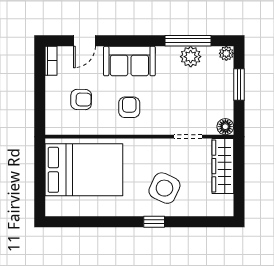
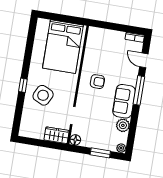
window: (188, 41) -> (139, 90), moved
sofa: (129, 61) -> (124, 101), moved
armchair: (81, 99) -> (107, 52), removed
wardrobe: (223, 166) -> (57, 135), width x0.67

